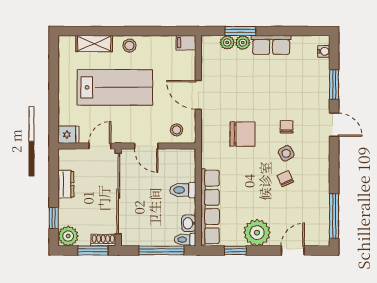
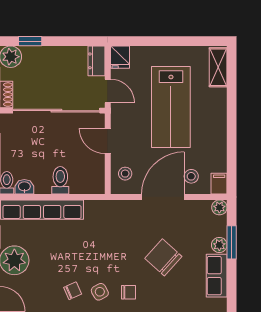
plant: (227, 42) -> (219, 207), moved
shelving: (94, 44) -> (218, 67), moved
stool: (130, 46) -> (191, 176), moved
door: (198, 95) -> (163, 197), width x1.36
chair: (242, 134) -> (163, 257), moved, turned 132
door: (146, 146) -> (108, 141), hinge flipped
dresser: (66, 184) -> (96, 61), moved, turned 90

